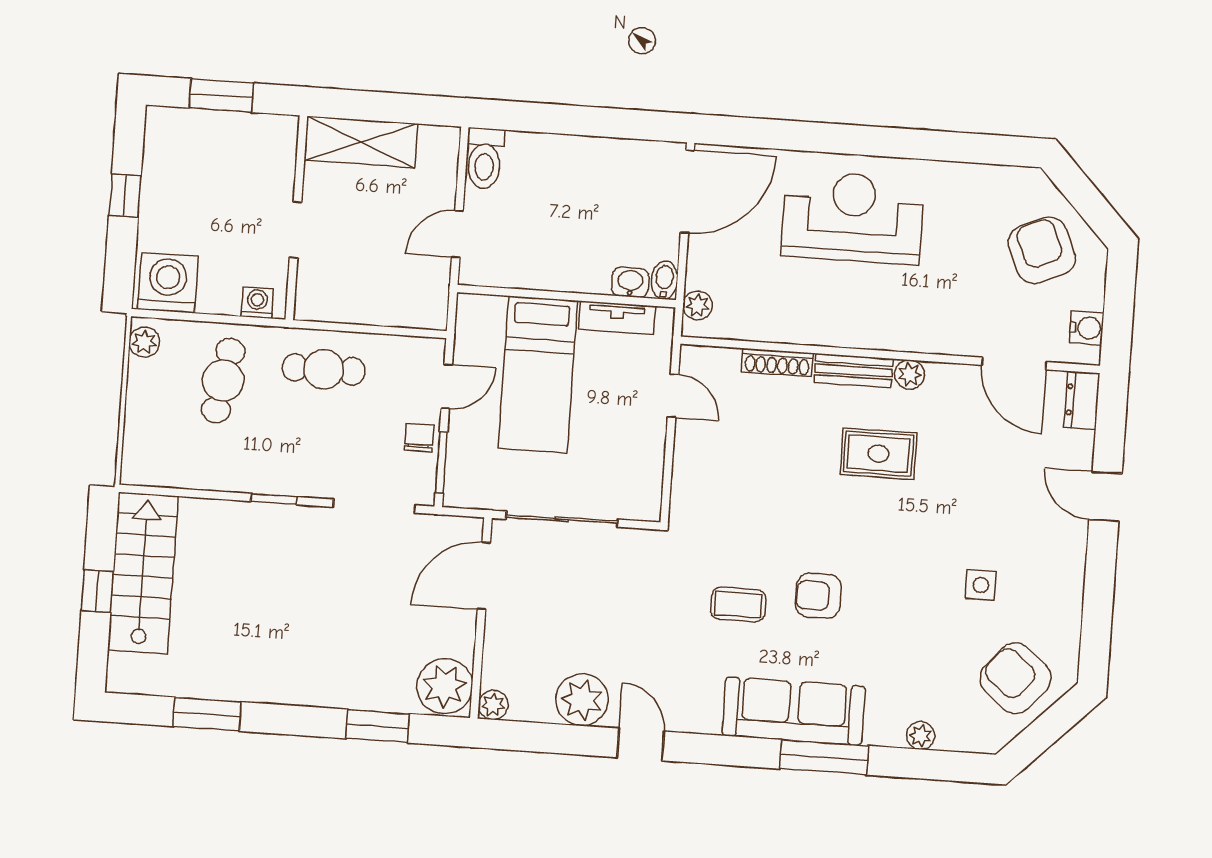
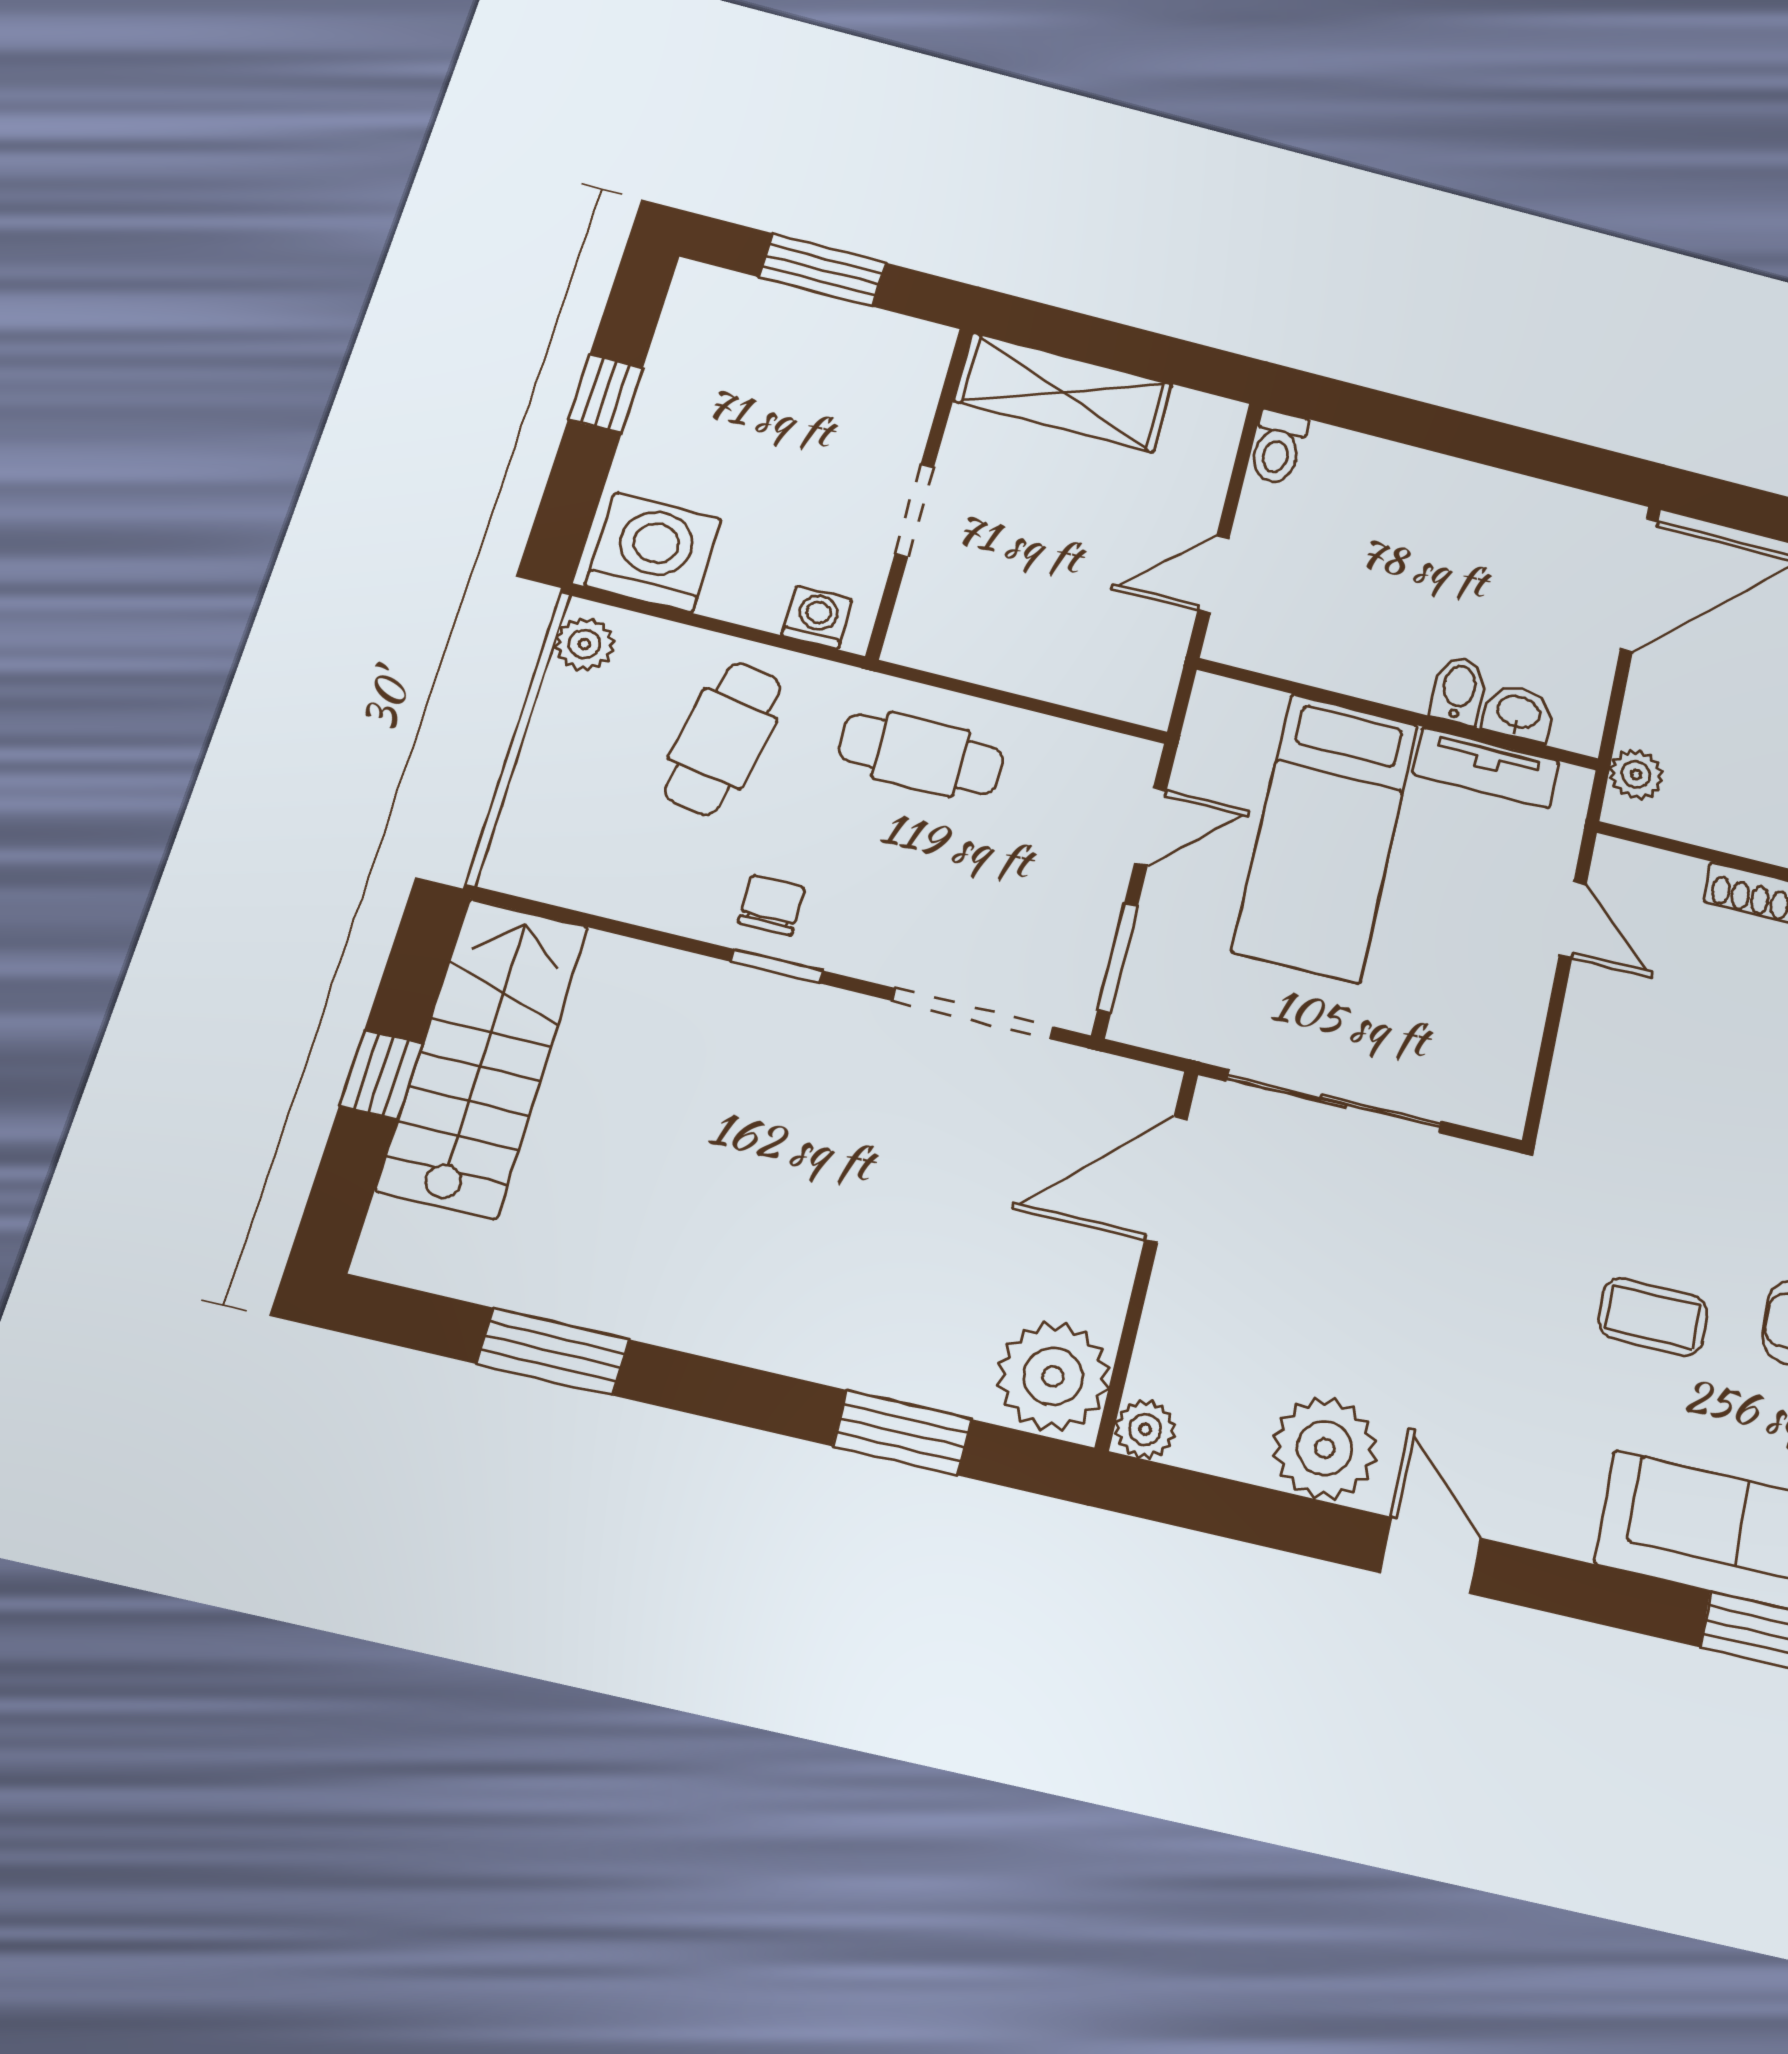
toilet: (485, 159) -> (1278, 447), width x0.73, depth x0.72
bidet: (664, 280) -> (1459, 690), moved
chair: (419, 438) -> (772, 905), moved

